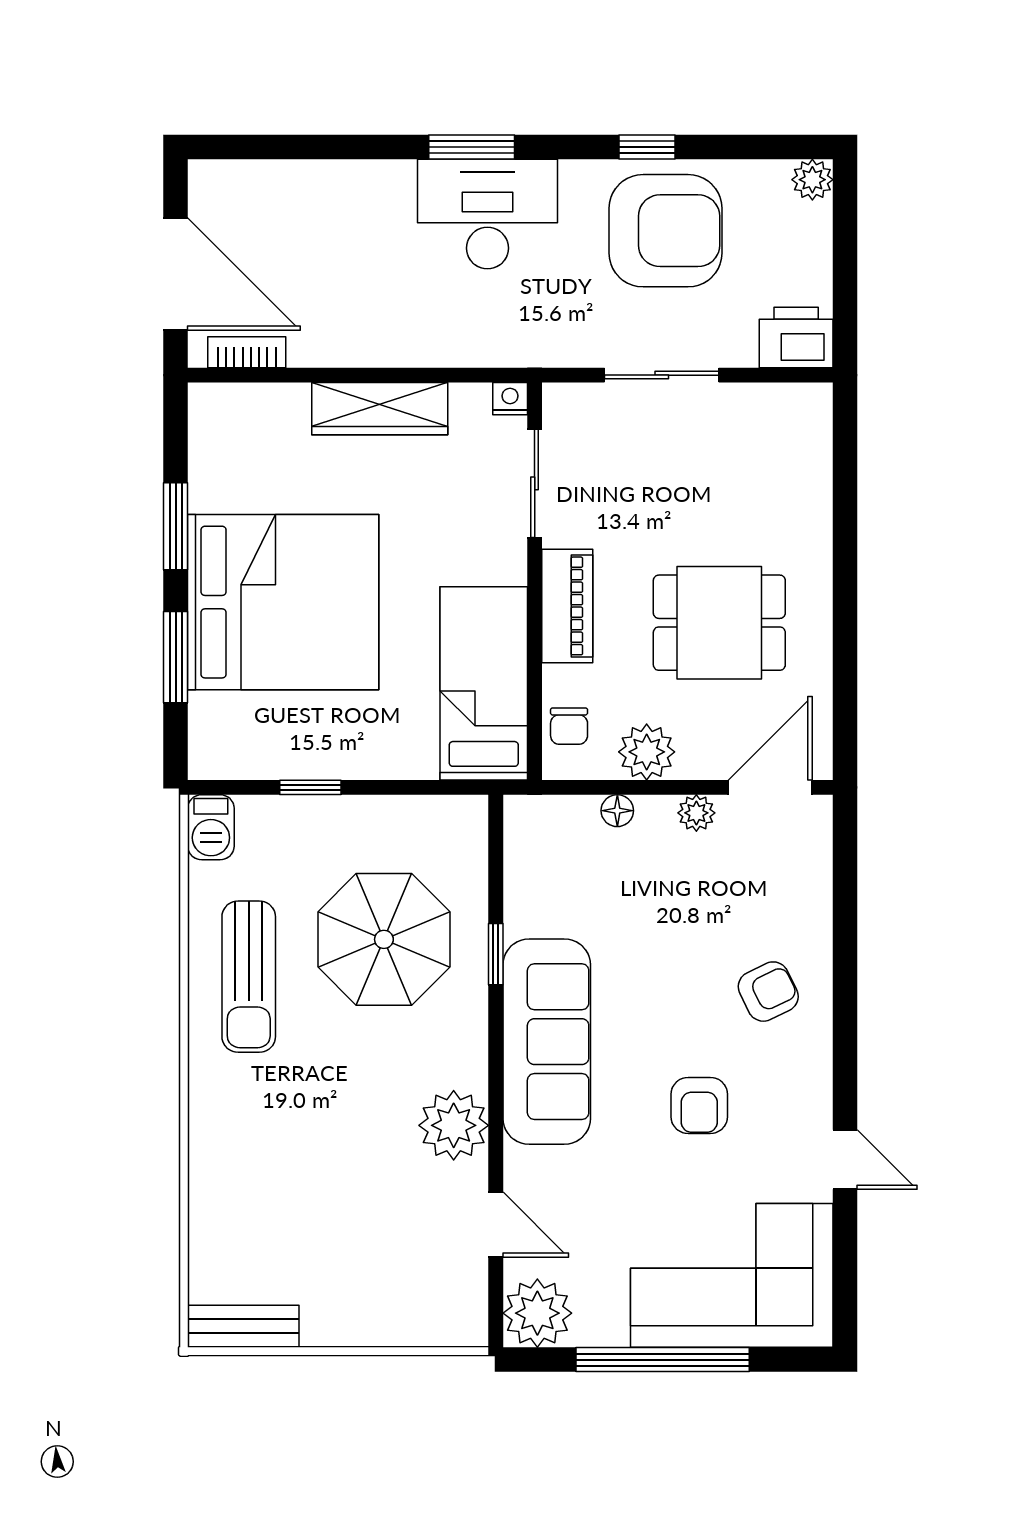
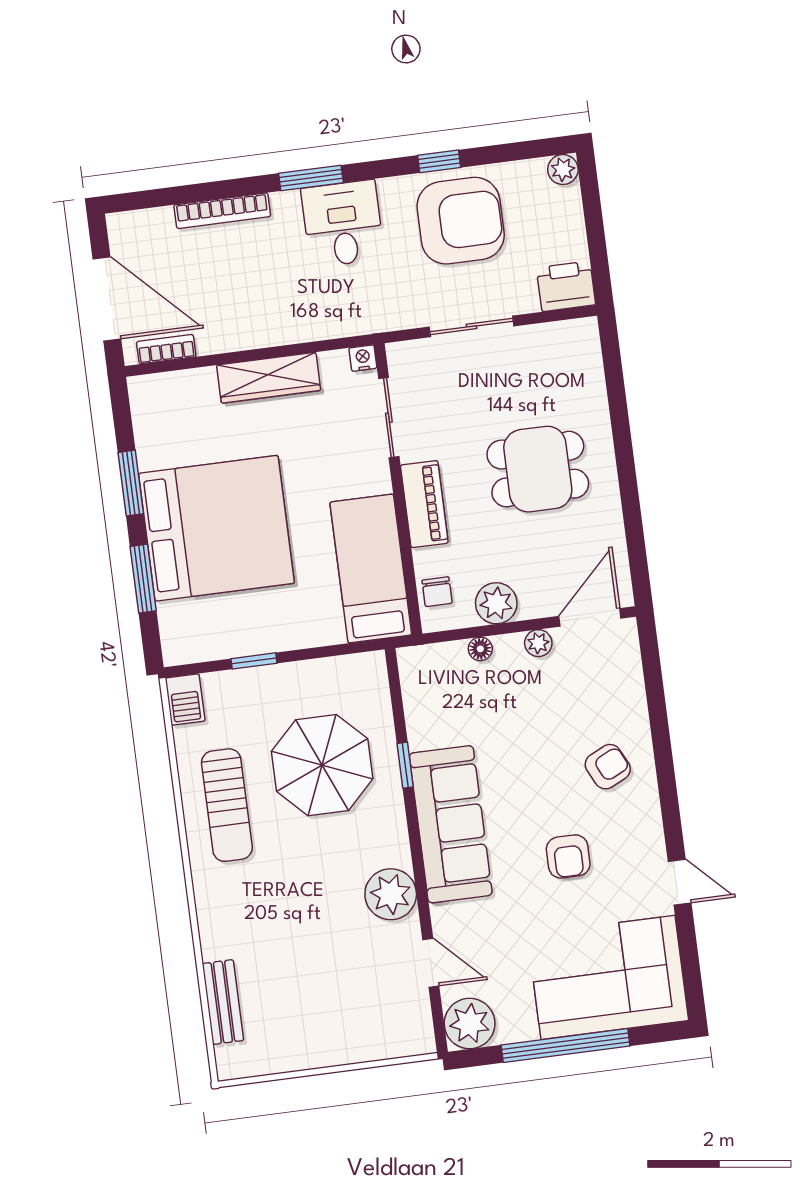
bookcase: (346, 176) -> (222, 211), added
desk: (487, 214) -> (343, 224), width x0.73
dining table: (719, 623) -> (538, 469), moved
bench: (243, 1326) -> (223, 1002), moved, turned 90

